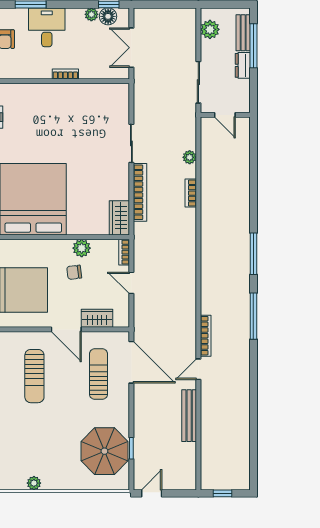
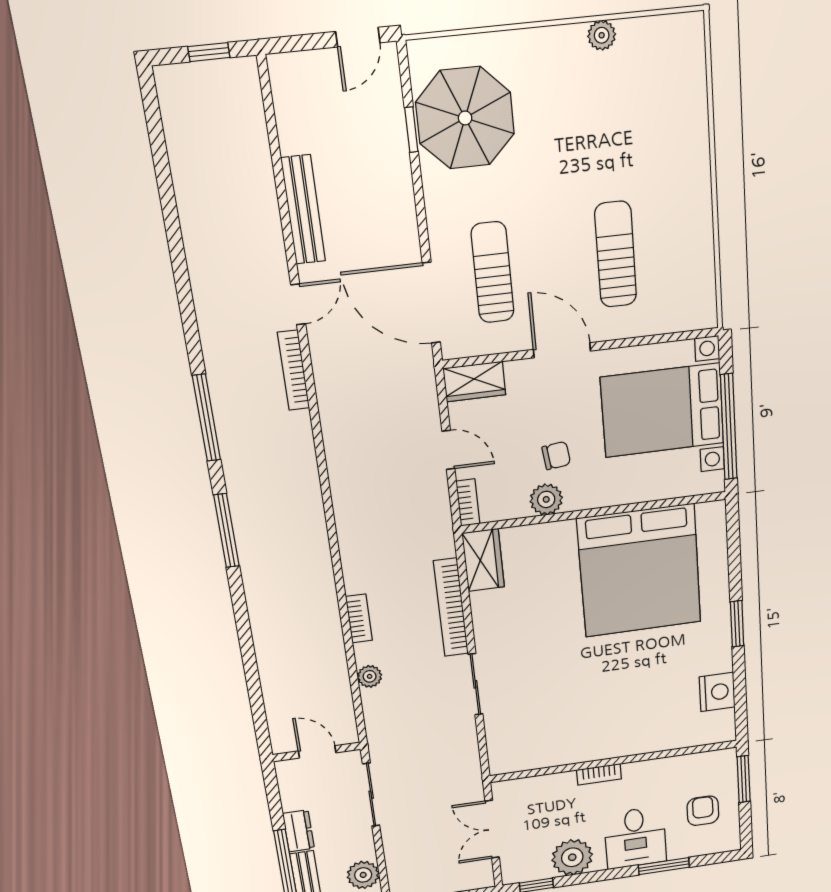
plant: (91, 14) -> (572, 857), width x1.88, depth x1.88
floor lamp: (108, 16) -> (536, 868), removed
double door: (131, 48) -> (492, 829), swing flipped
wardrobe: (97, 318) -> (474, 382), moved
sun lounger: (98, 374) -> (493, 272), turned 180

